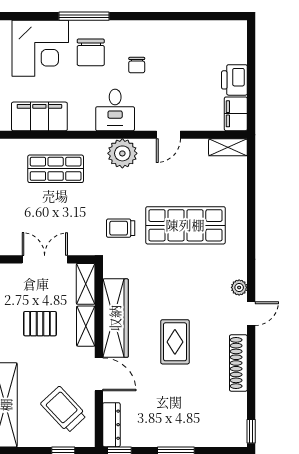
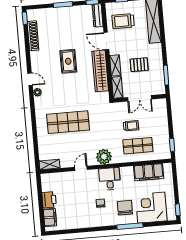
filing cabinet: (236, 114) -> (50, 217), moved
trolley: (121, 228) -> (131, 126), moved
door: (251, 314) -> (30, 79), swing flipped
shoe rack: (238, 363) -> (33, 36), moved
trolley: (64, 410) -> (123, 21), turned 133

